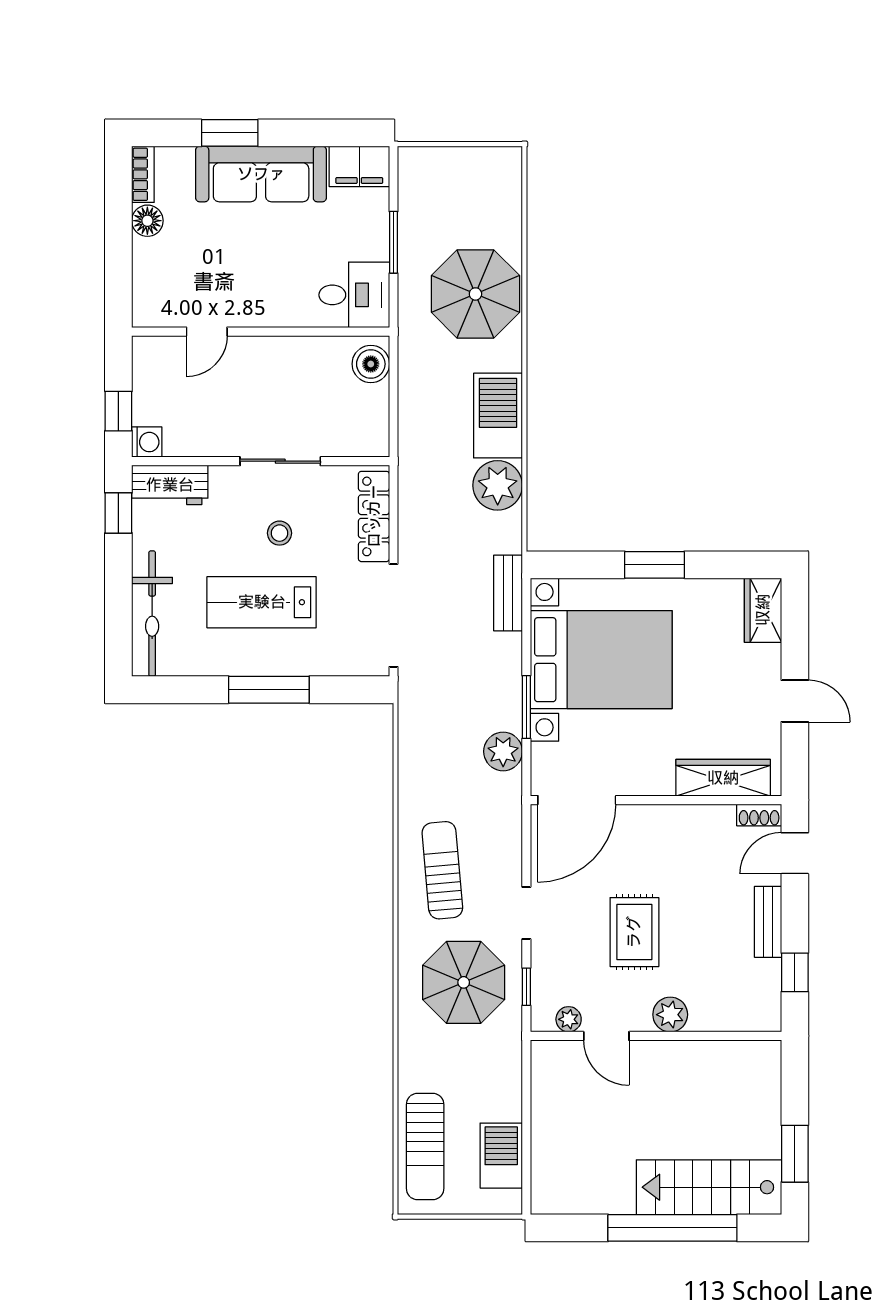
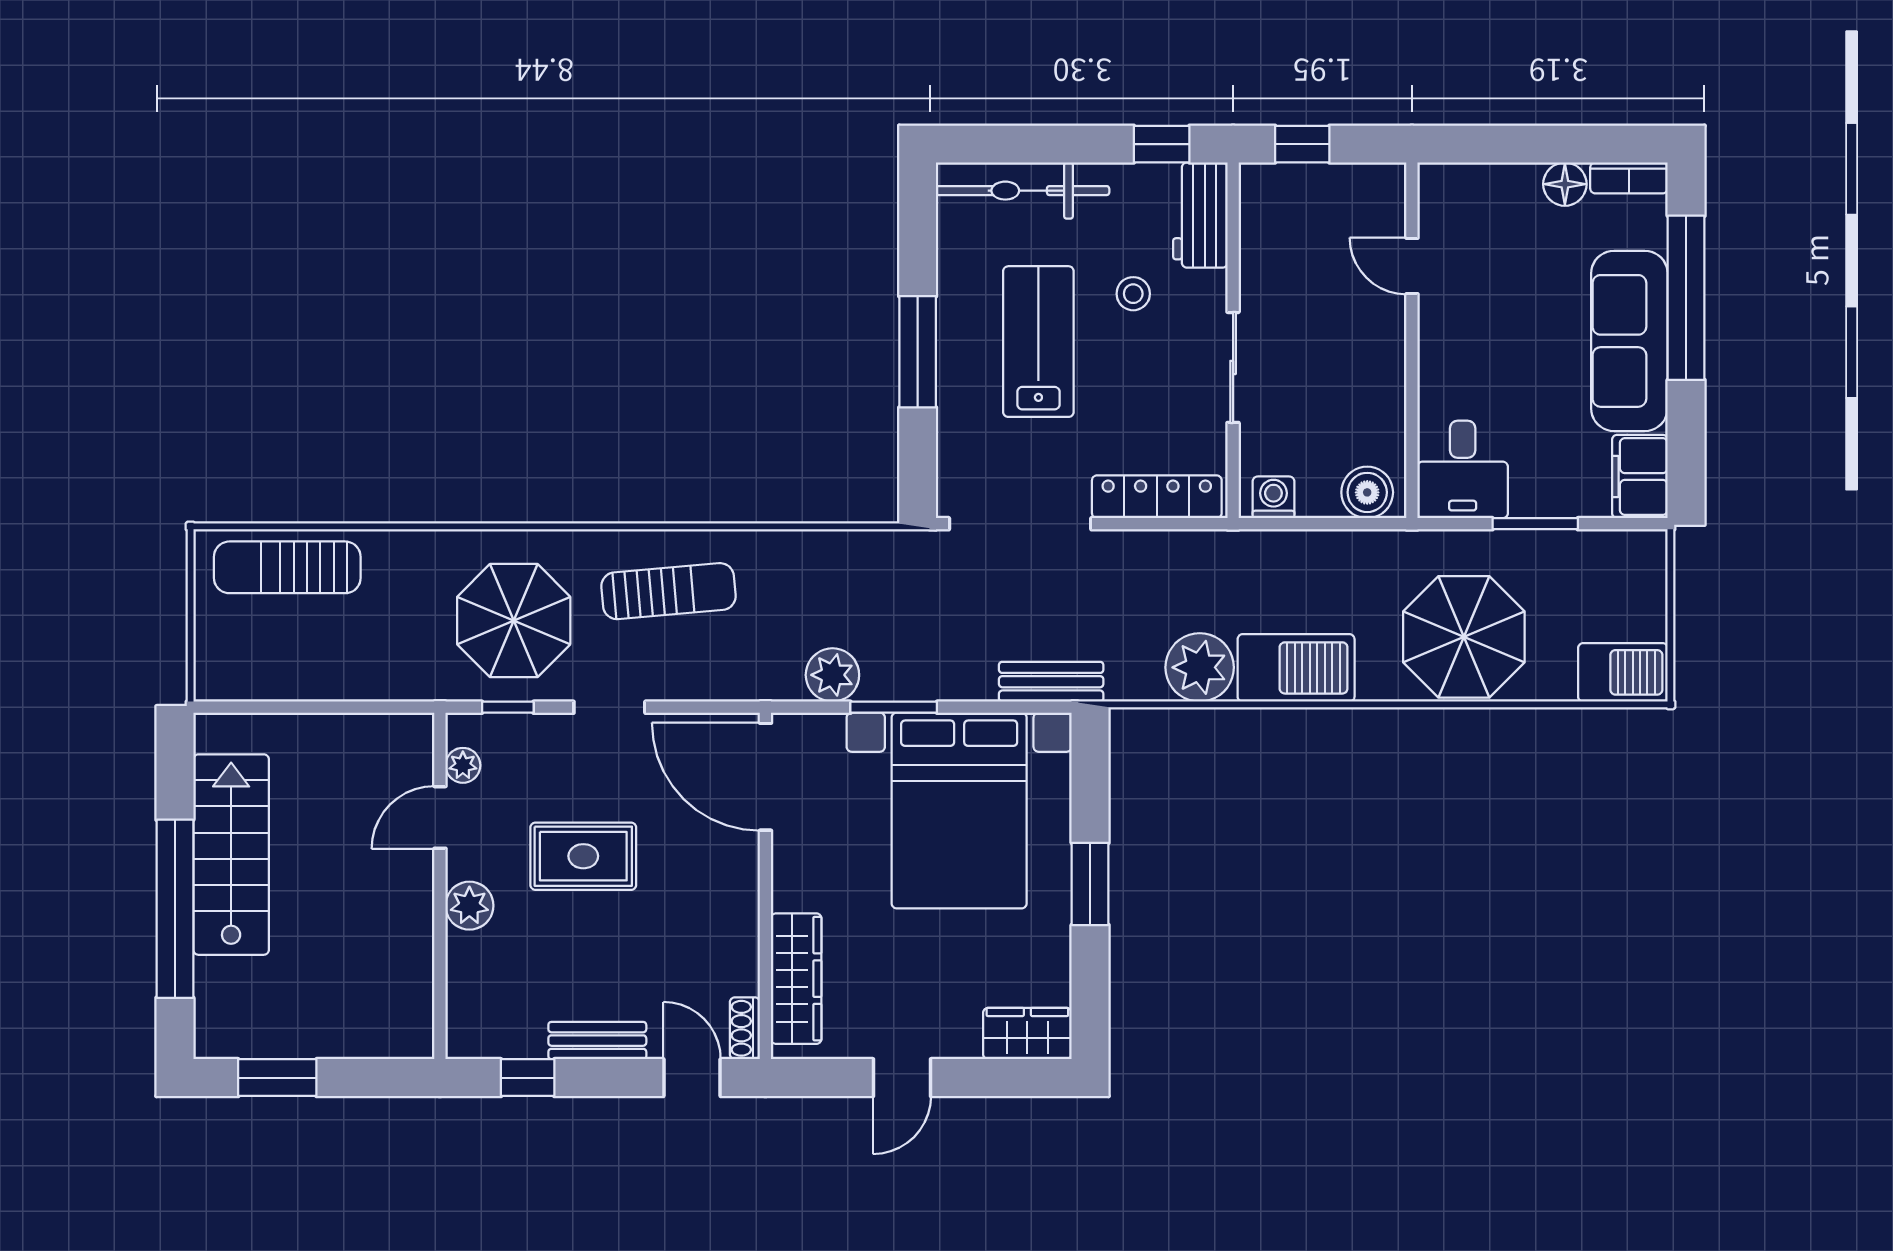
window: (230, 133) -> (1686, 298), width x2.11
washing machine: (147, 442) -> (1273, 497), moved, turned 180
stool: (279, 533) -> (1133, 294), moved
barbecue: (501, 1156) -> (1623, 672), moved
stairs: (709, 1187) -> (231, 855), moved

